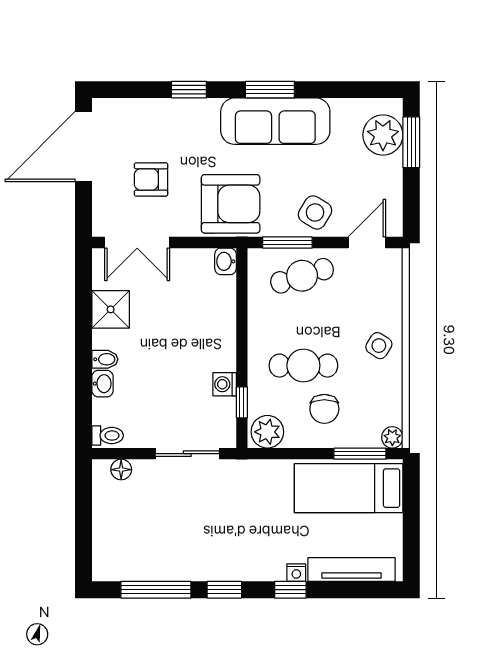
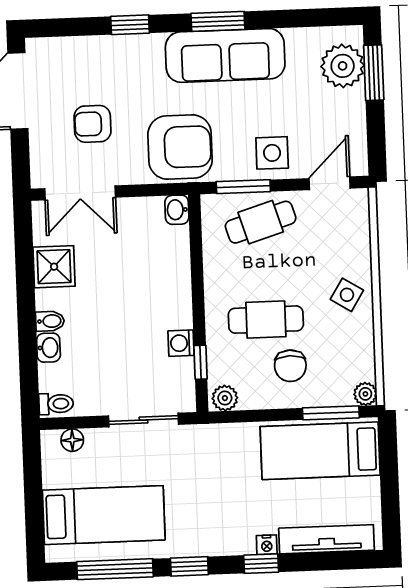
side table: (315, 212) -> (272, 153), turned -31
plant: (267, 432) -> (225, 398), width x0.73, depth x0.73
bed: (147, 539) -> (104, 515), added

